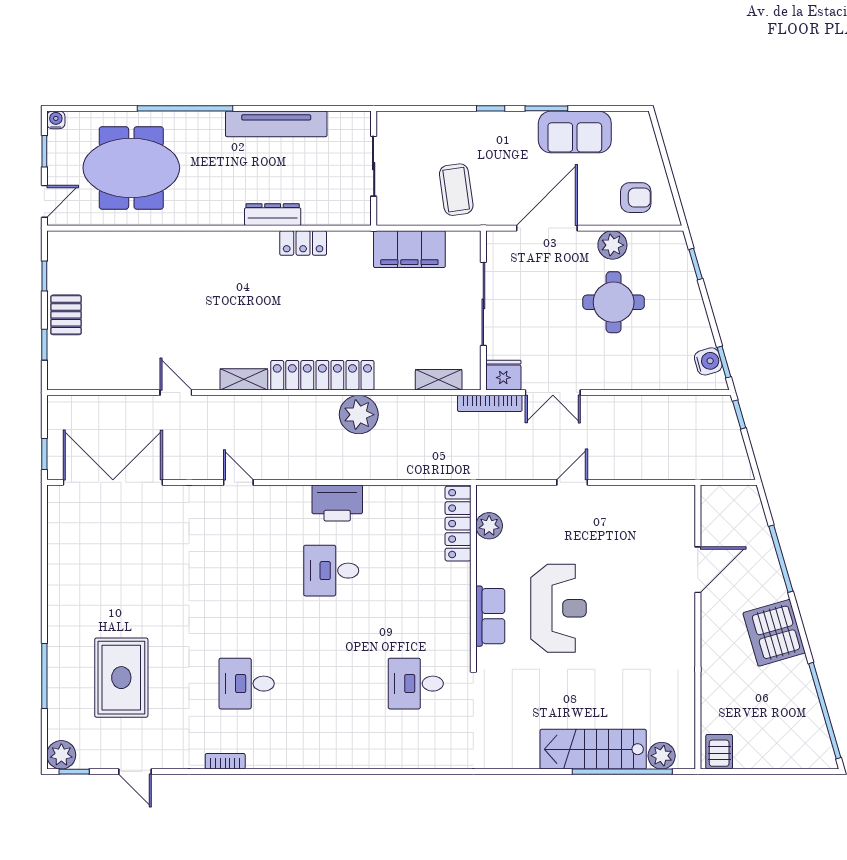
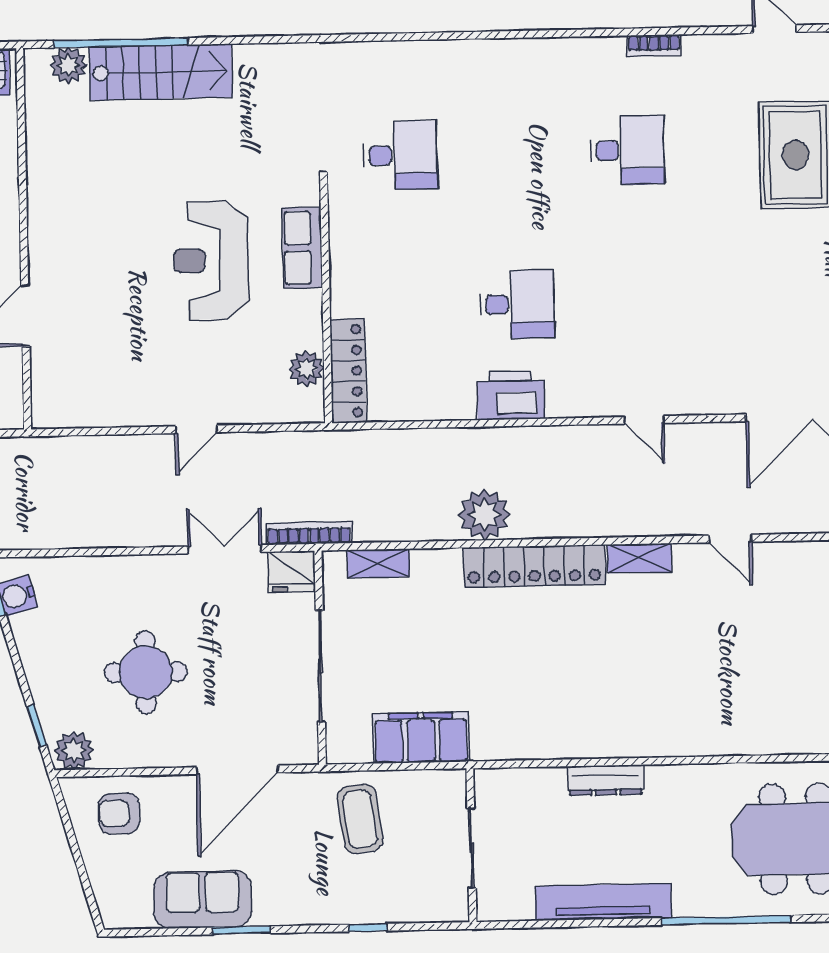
window: (491, 108) -> (368, 928), moved
locker: (303, 243) -> (564, 743), removed
plant: (612, 245) -> (74, 751), moved

